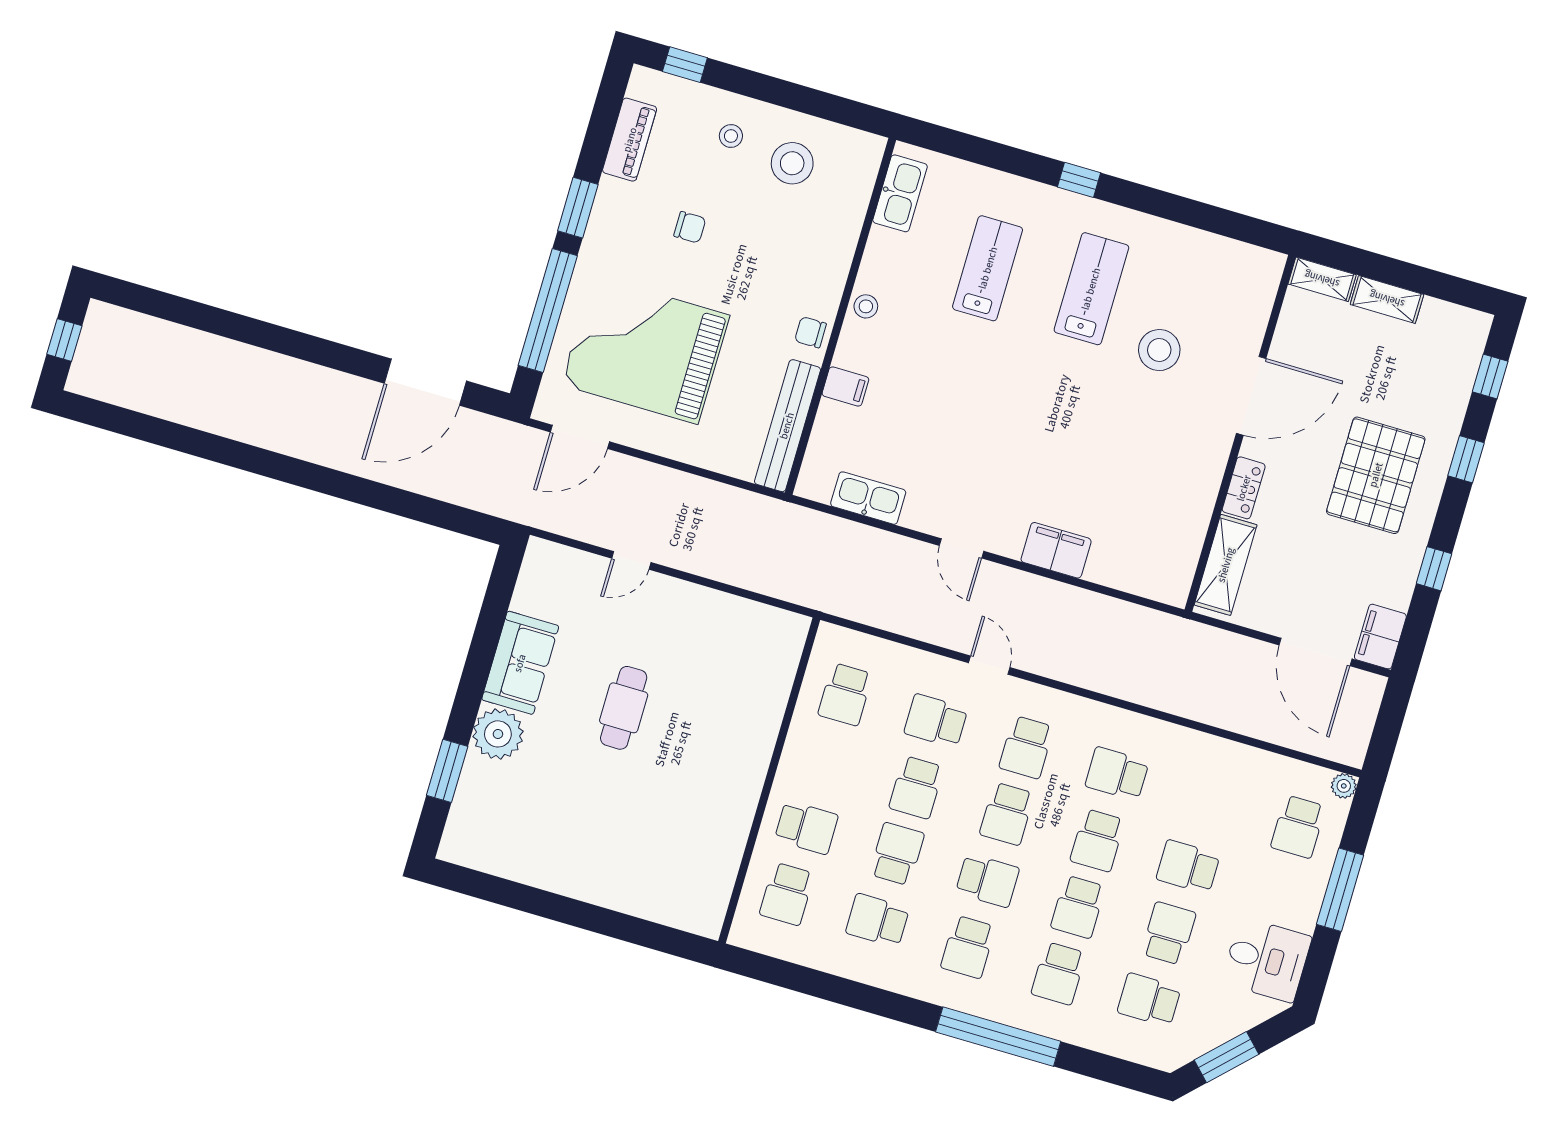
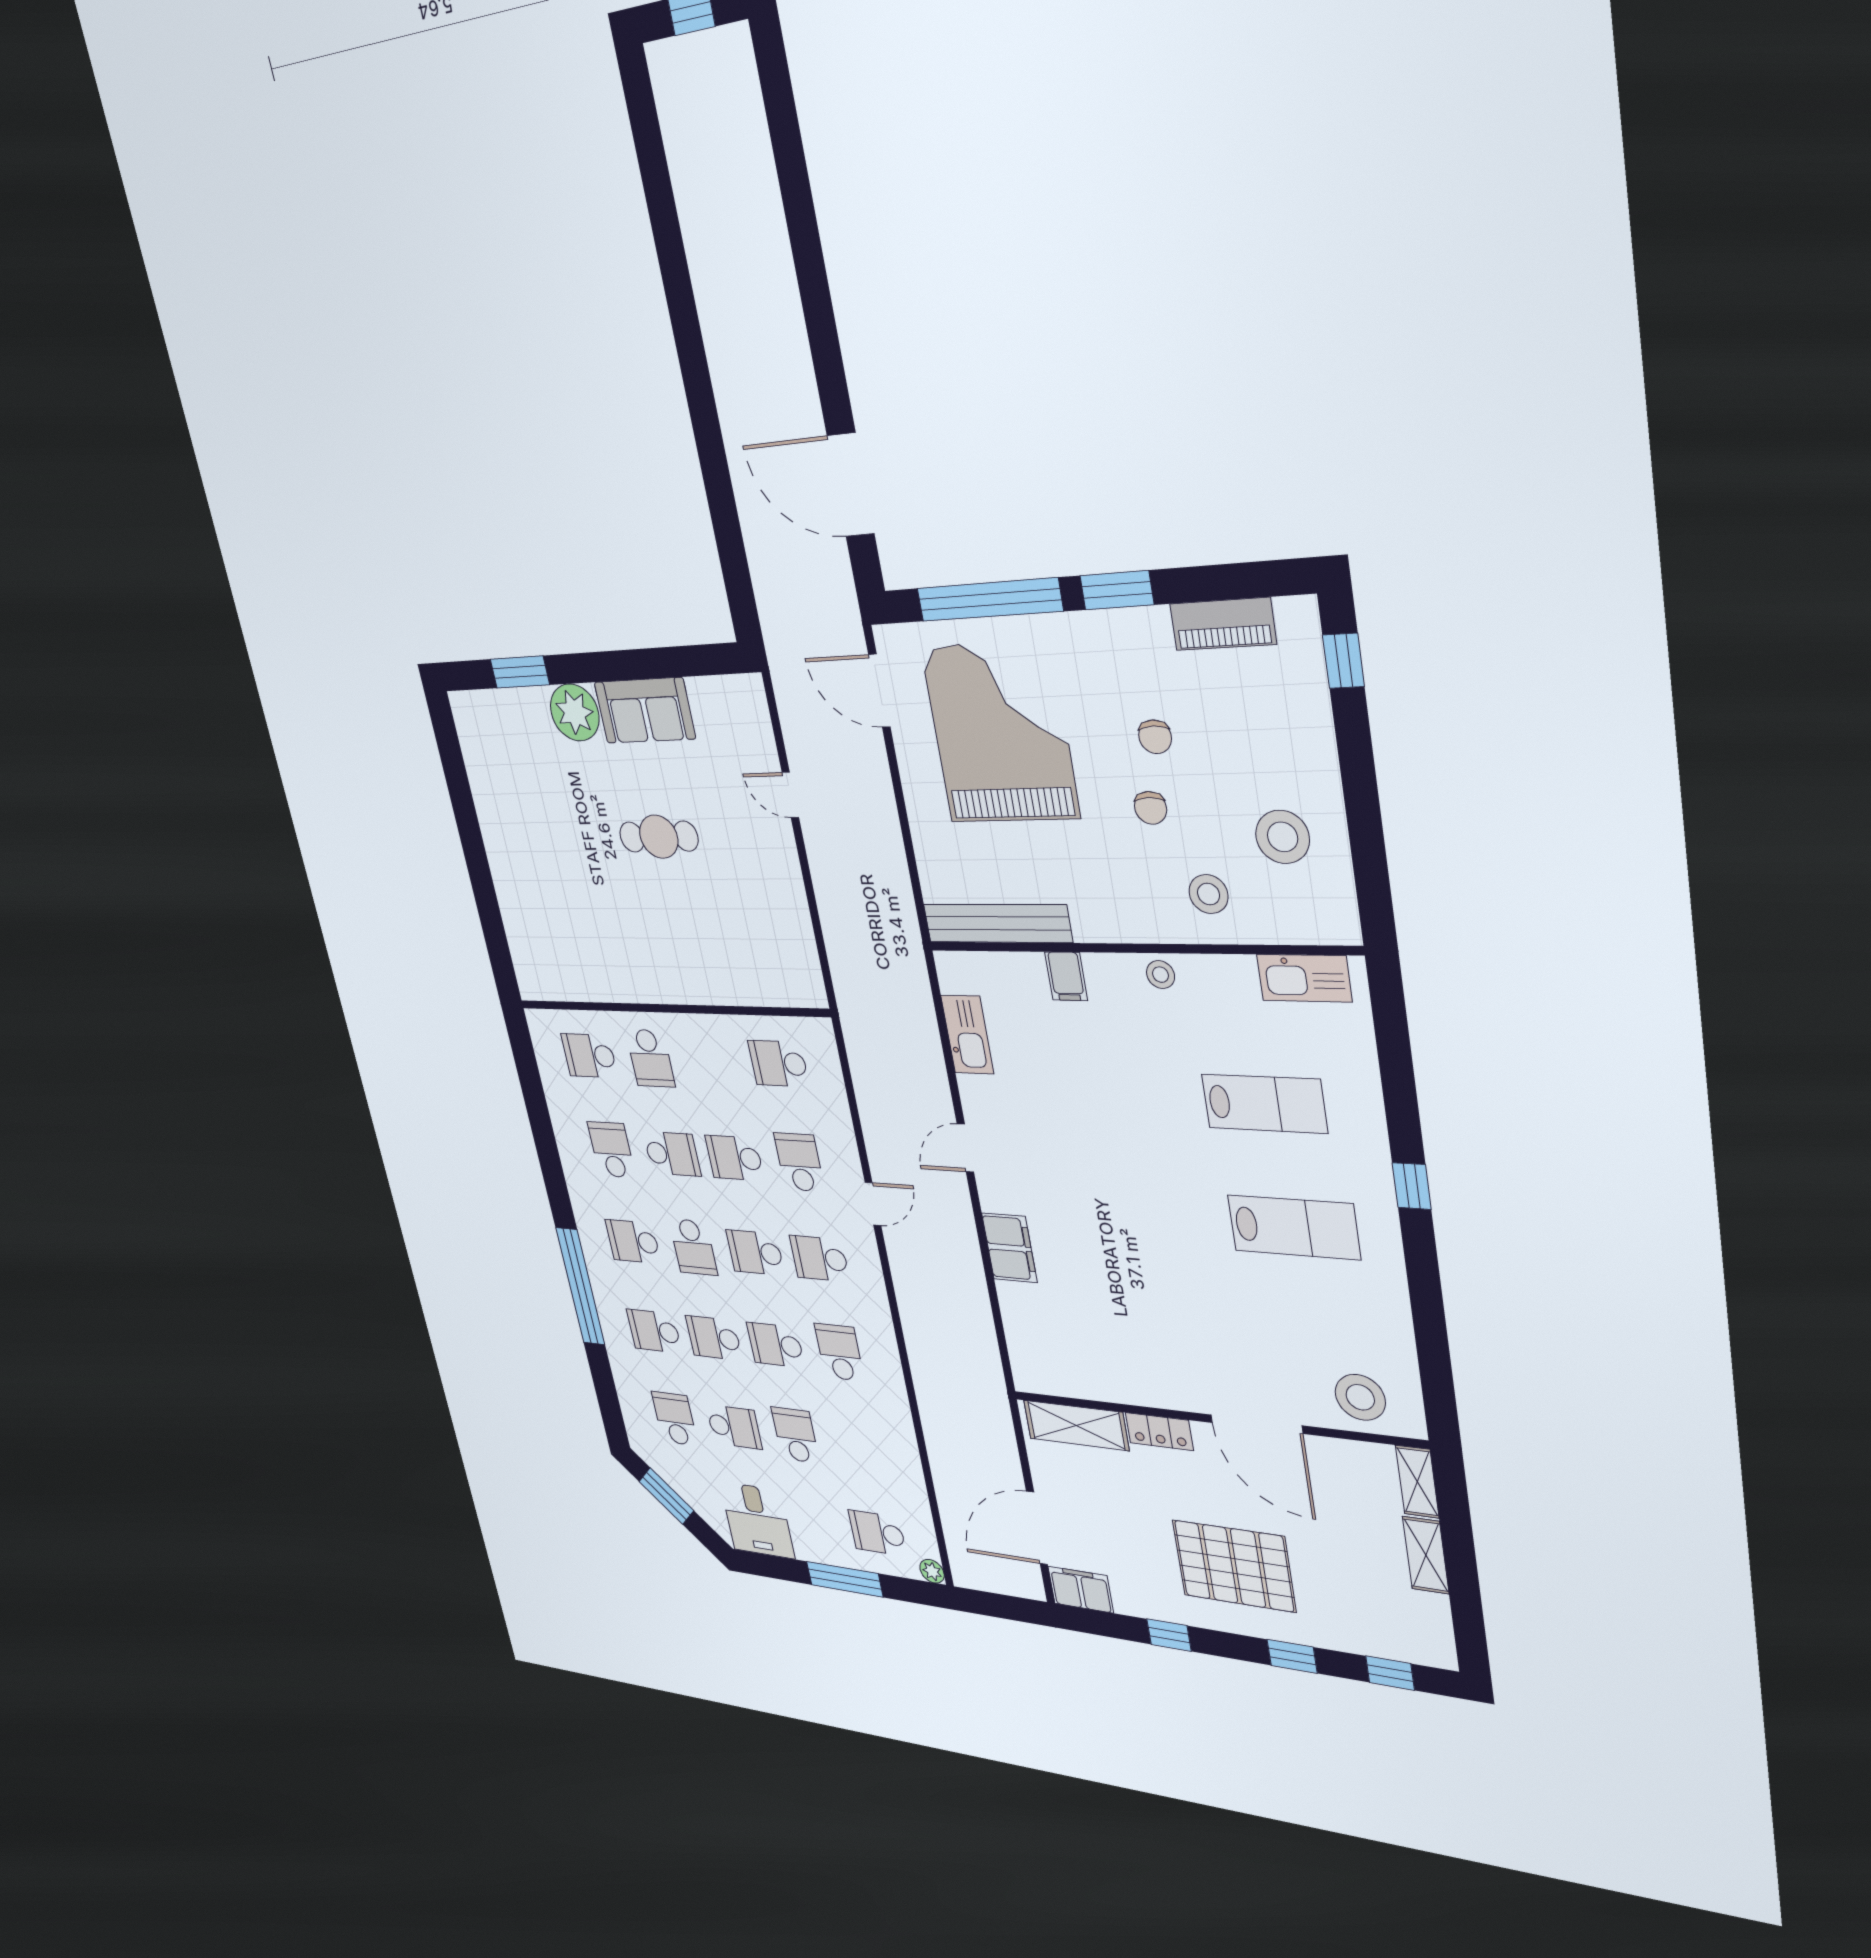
stool: (731, 136) -> (1209, 894), moved, width x1.37, depth x1.37
chair: (810, 332) -> (1151, 808), moved, turned 180
stool: (1159, 350) -> (1360, 1397), moved

